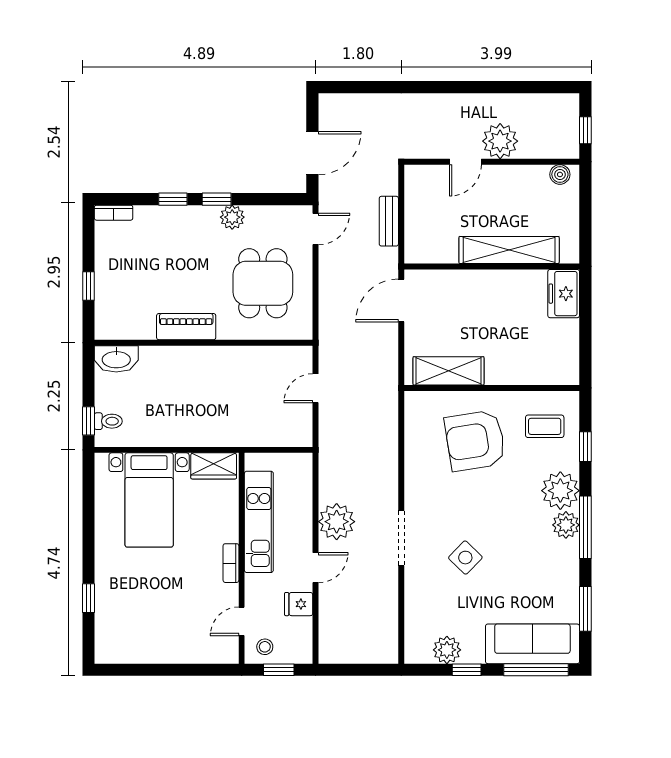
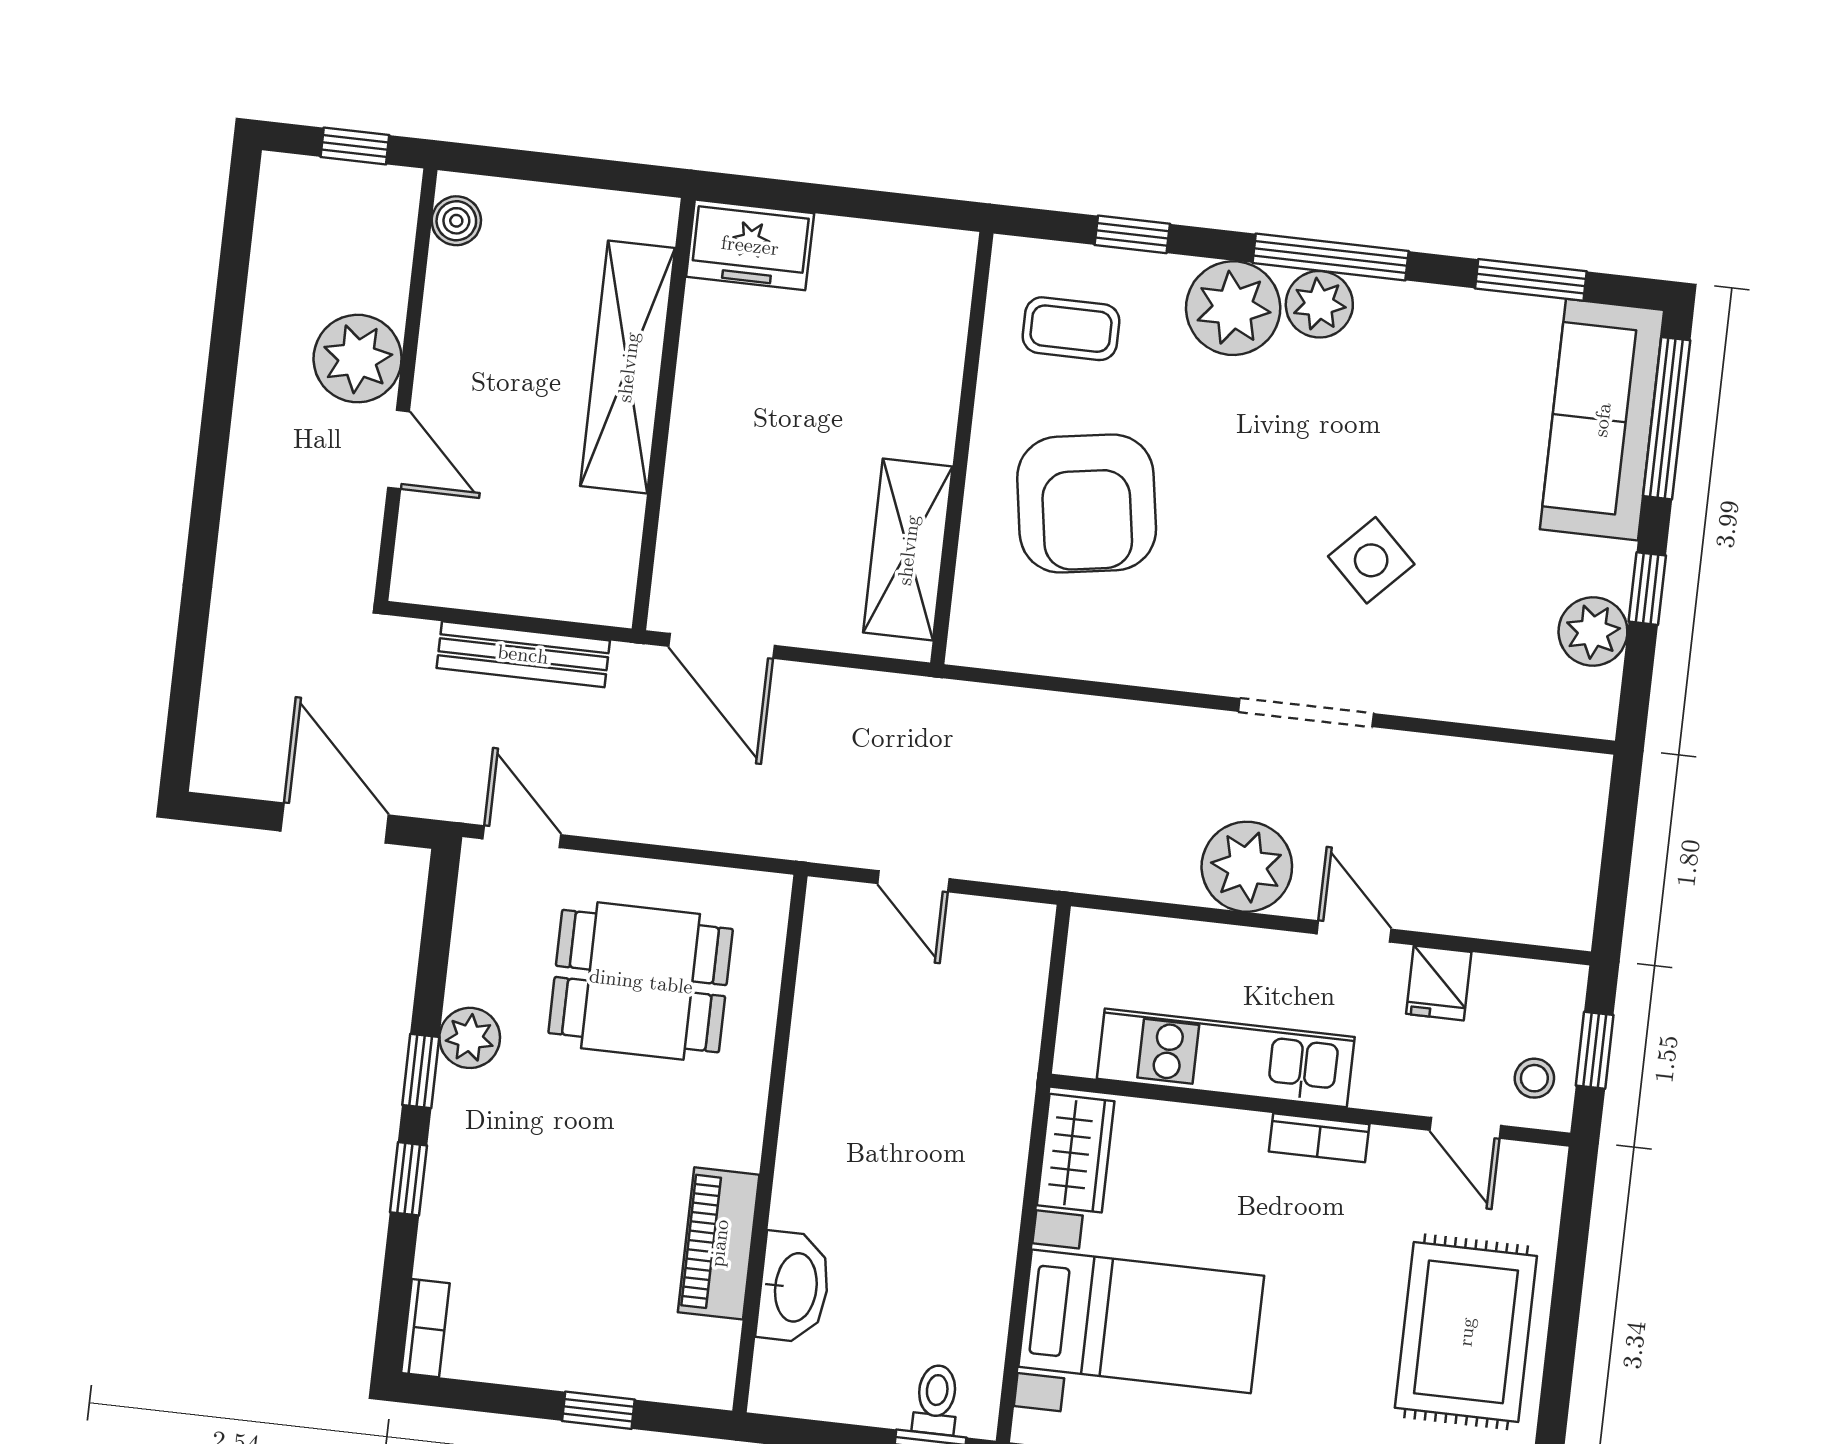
bench: (389, 221) -> (523, 654), width x1.36
piano: (186, 327) -> (719, 1243), moved
washbasin: (116, 359) -> (794, 1287), moved
coffee table: (545, 426) -> (1071, 329), turned 90
rug: (160, 631) -> (1466, 1332), added

